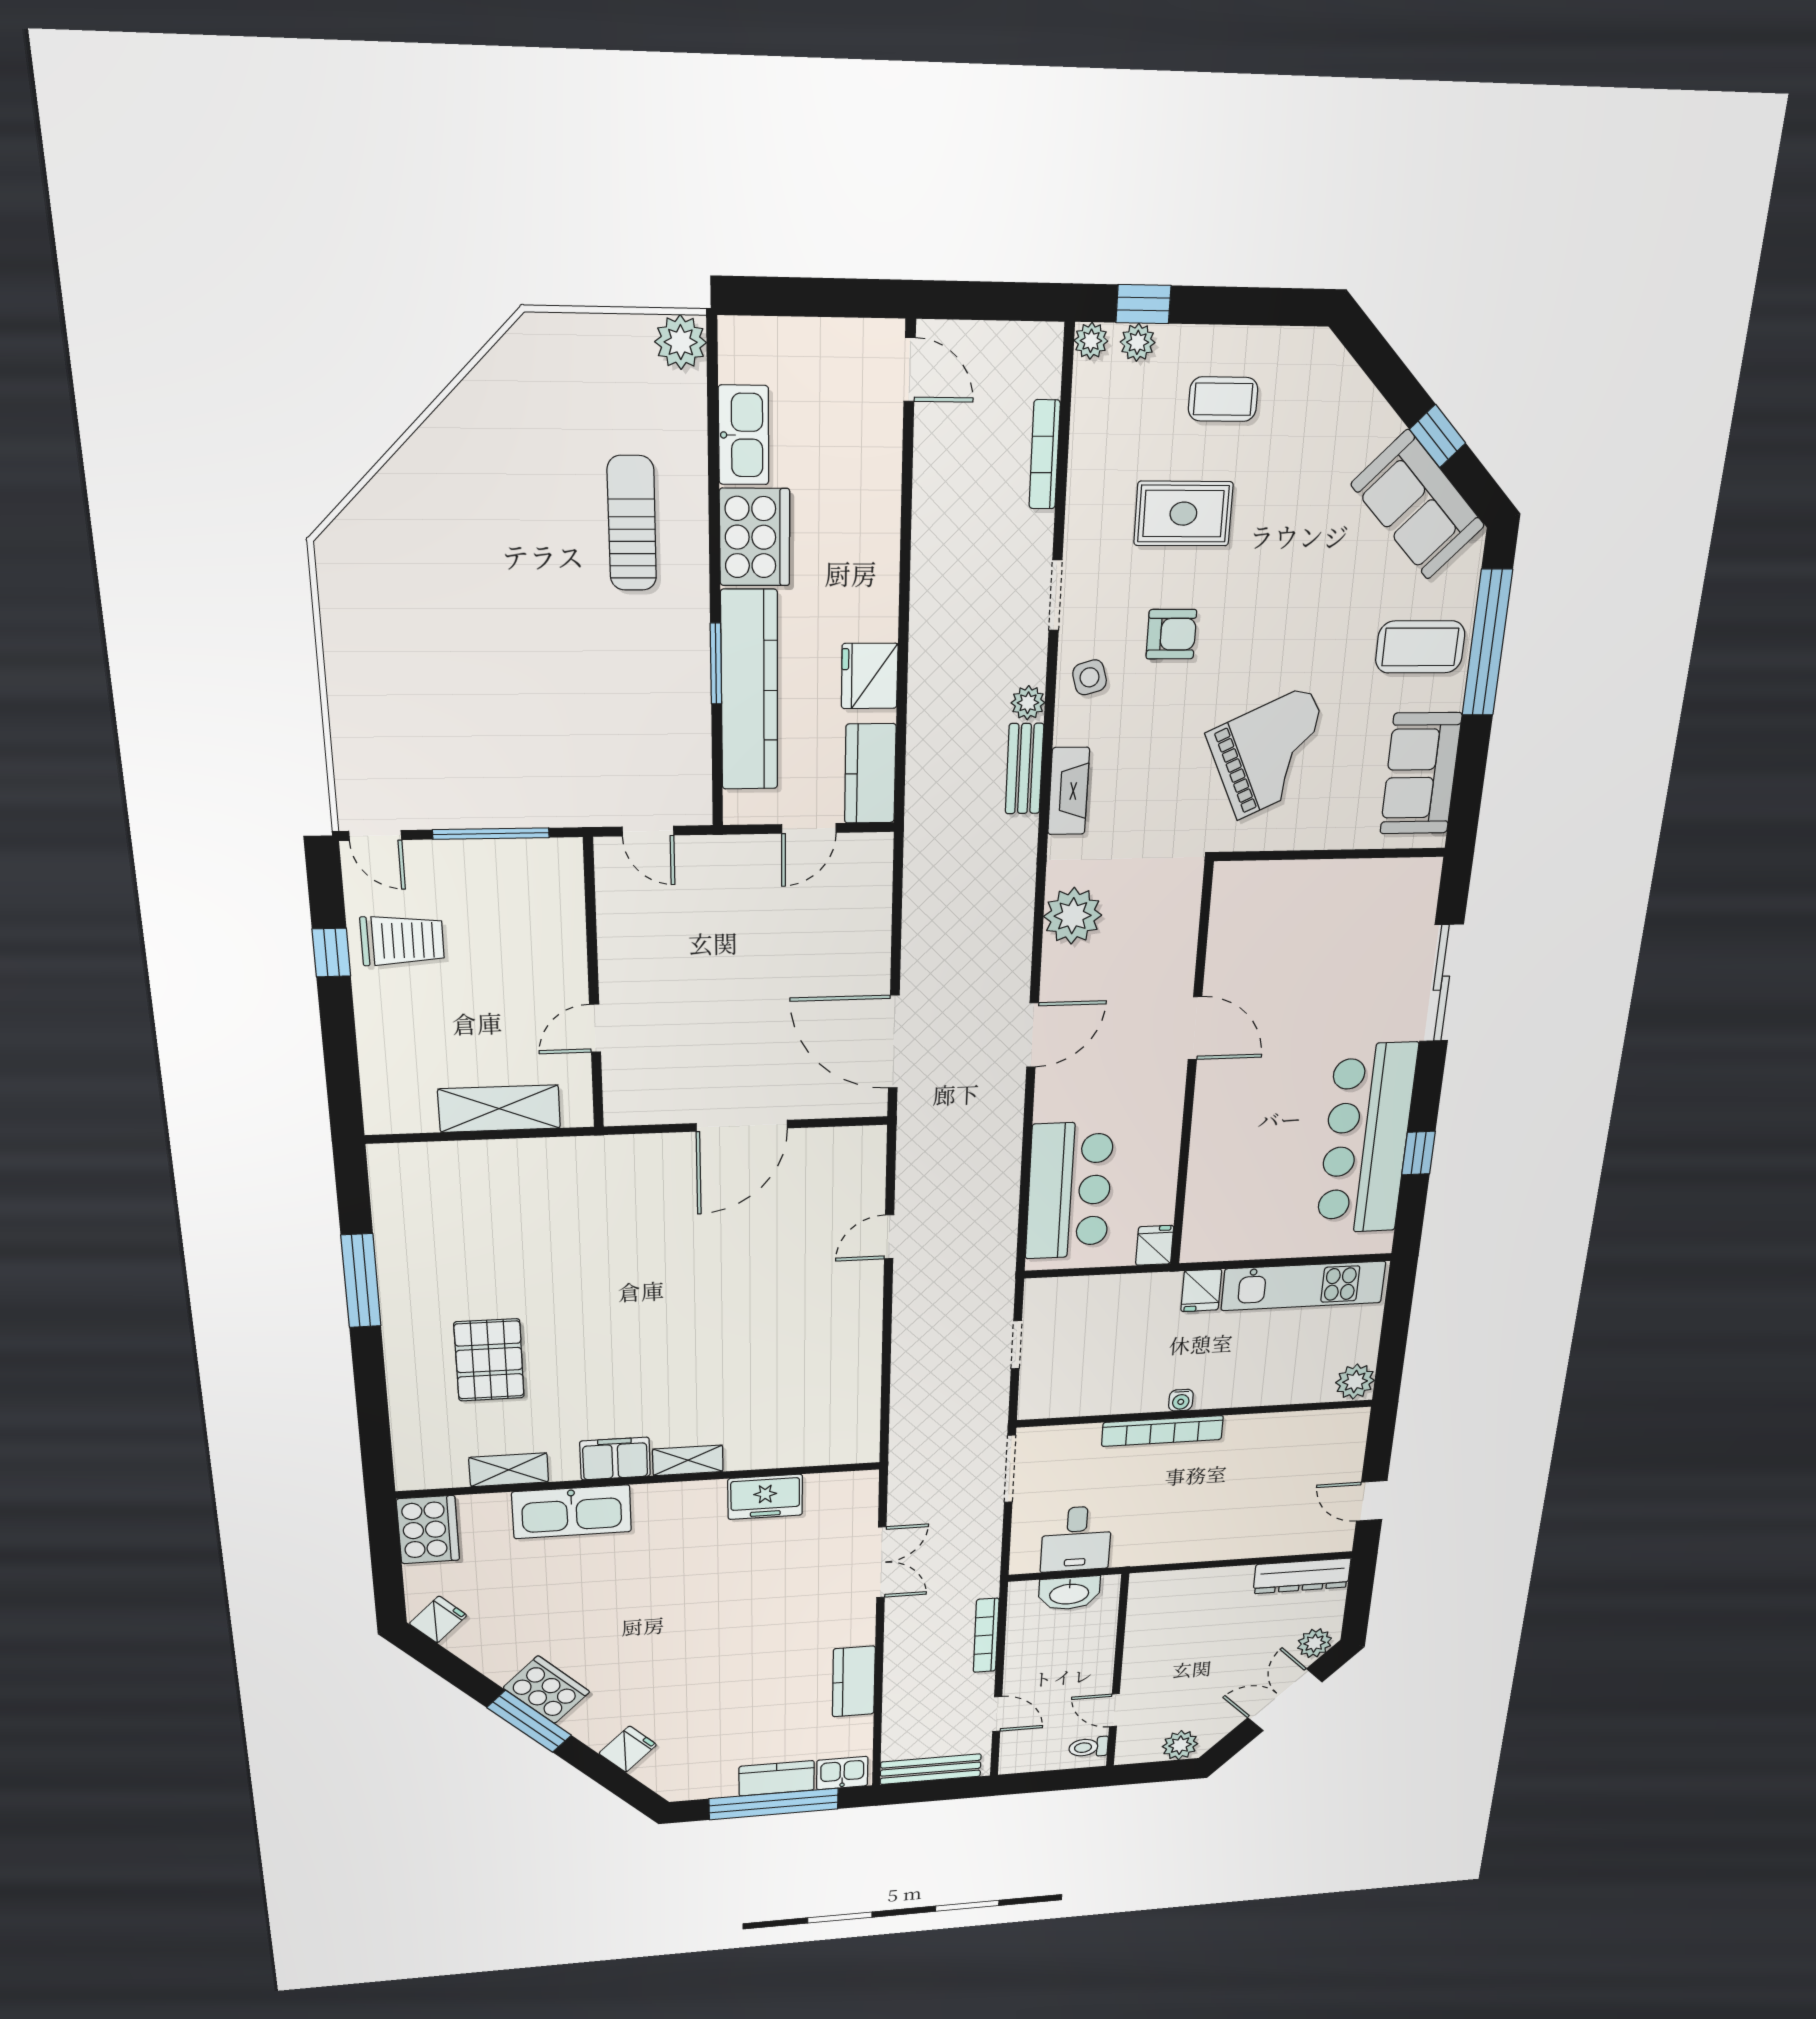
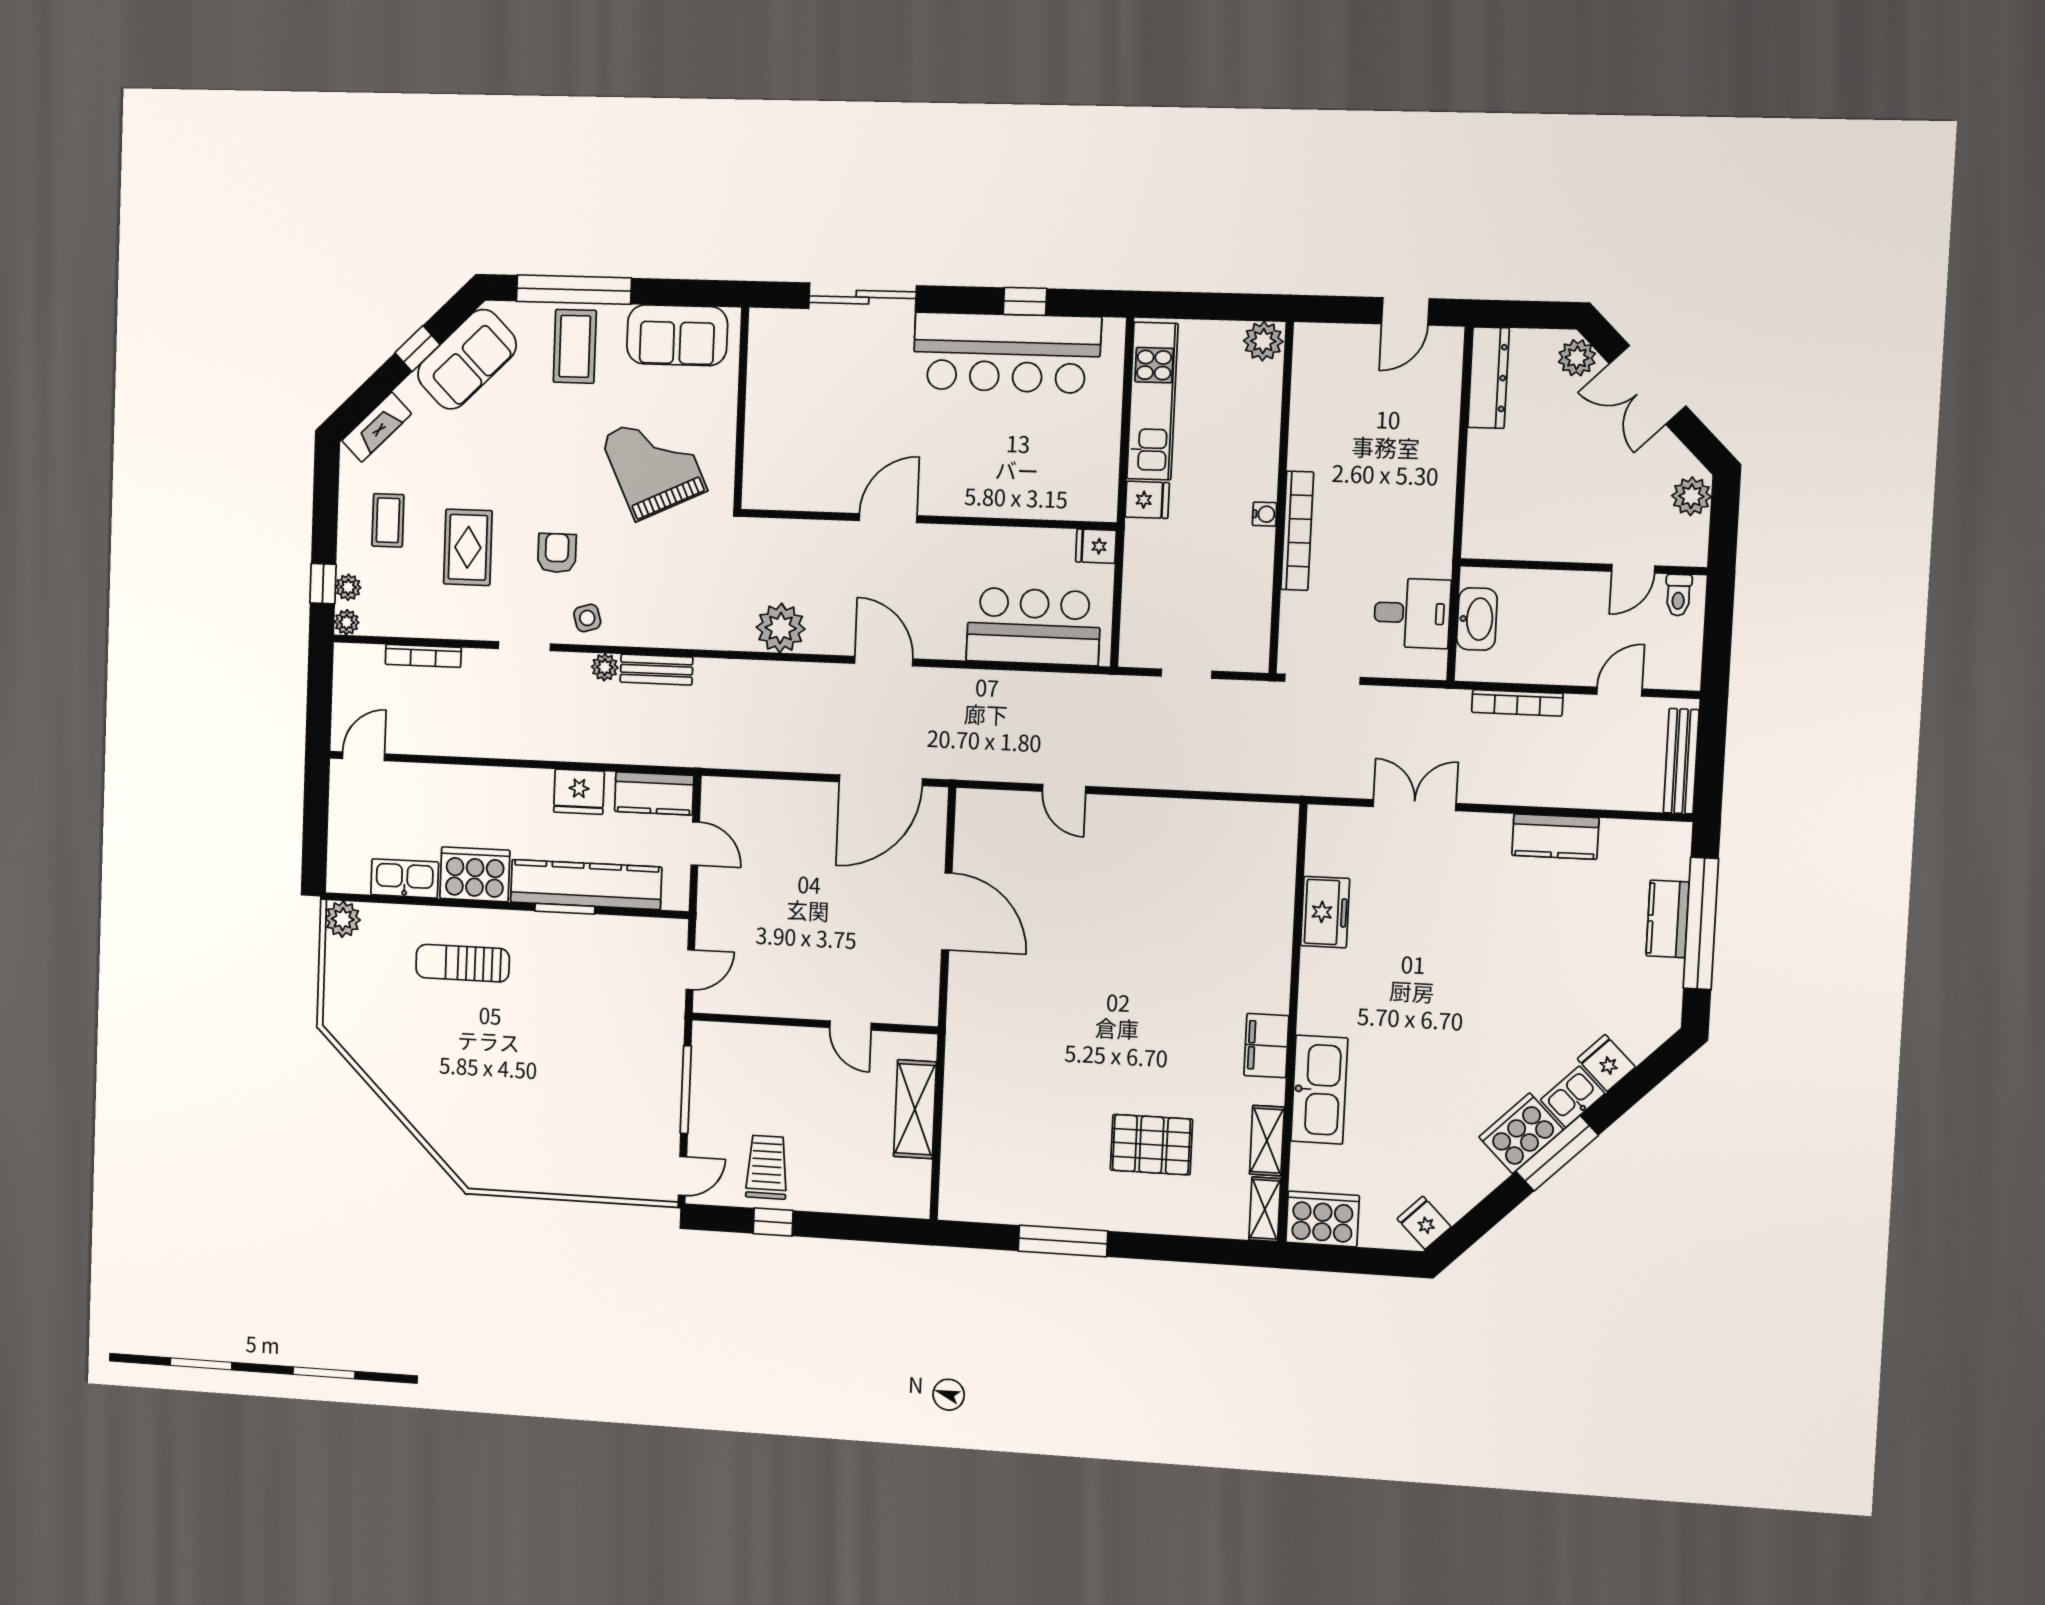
fireplace: (1069, 791) -> (377, 427), moved, turned 135
shelving: (688, 1460) -> (1265, 1209), moved
kitchen sink: (842, 1773) -> (1573, 1097), moved, turned 45

